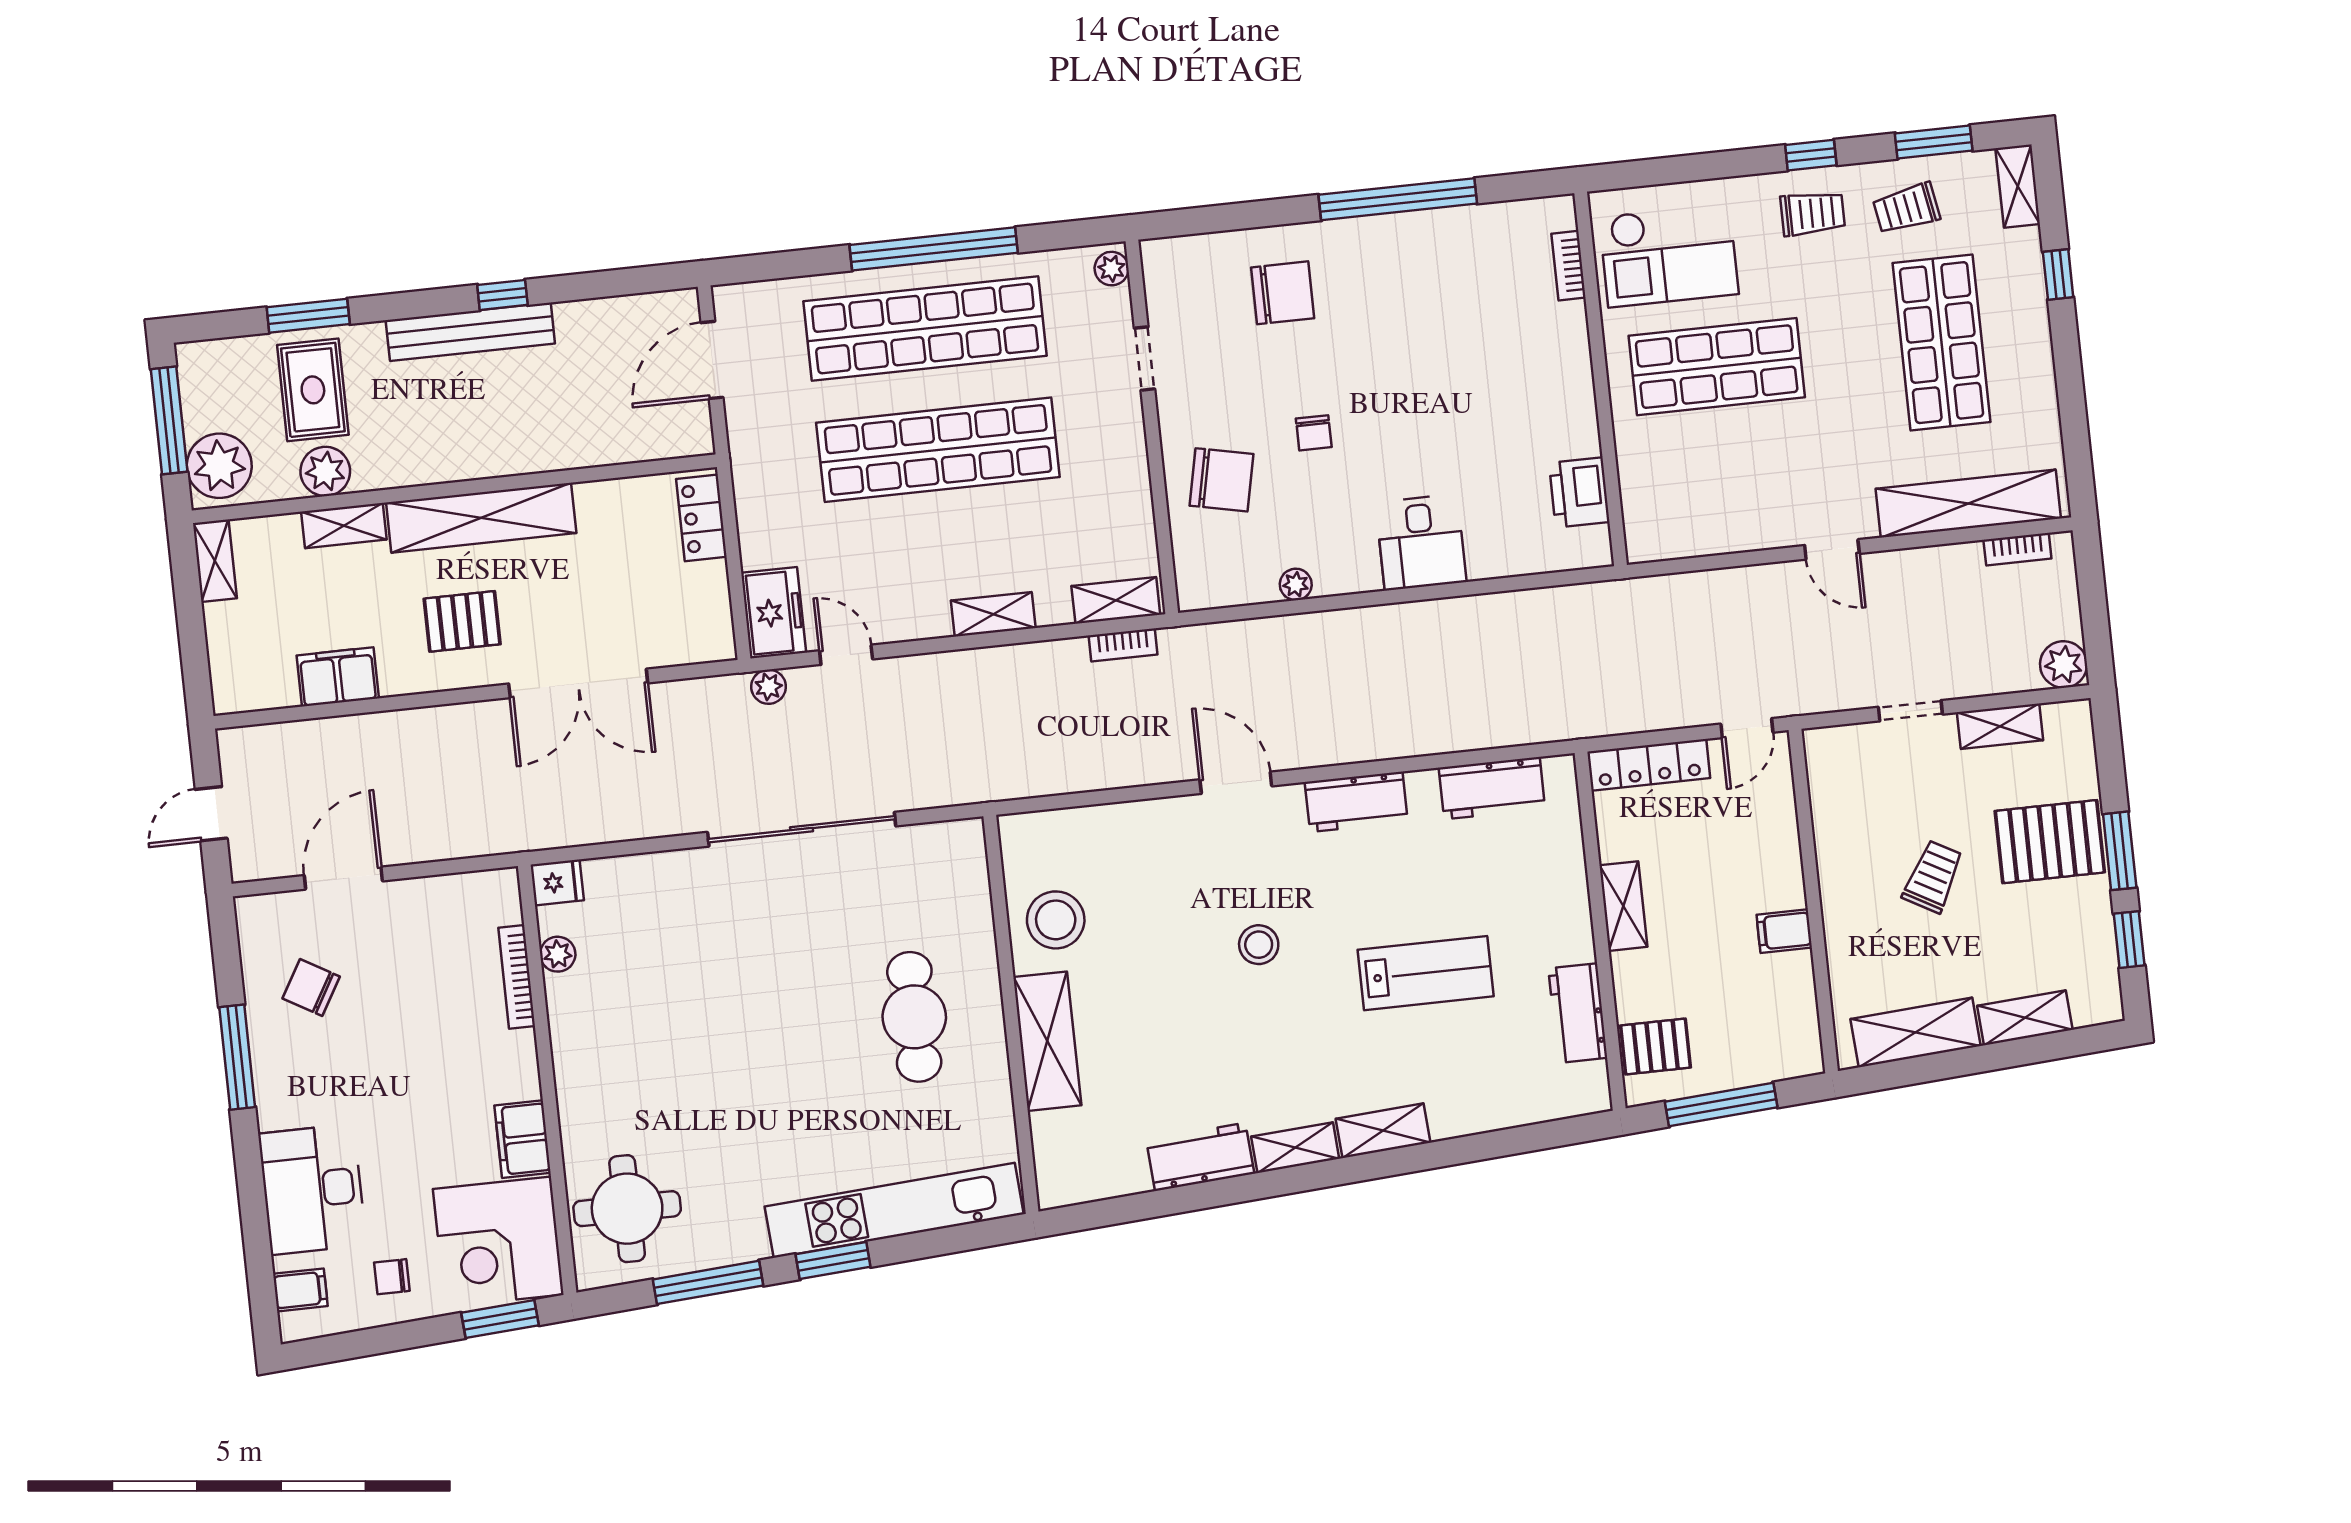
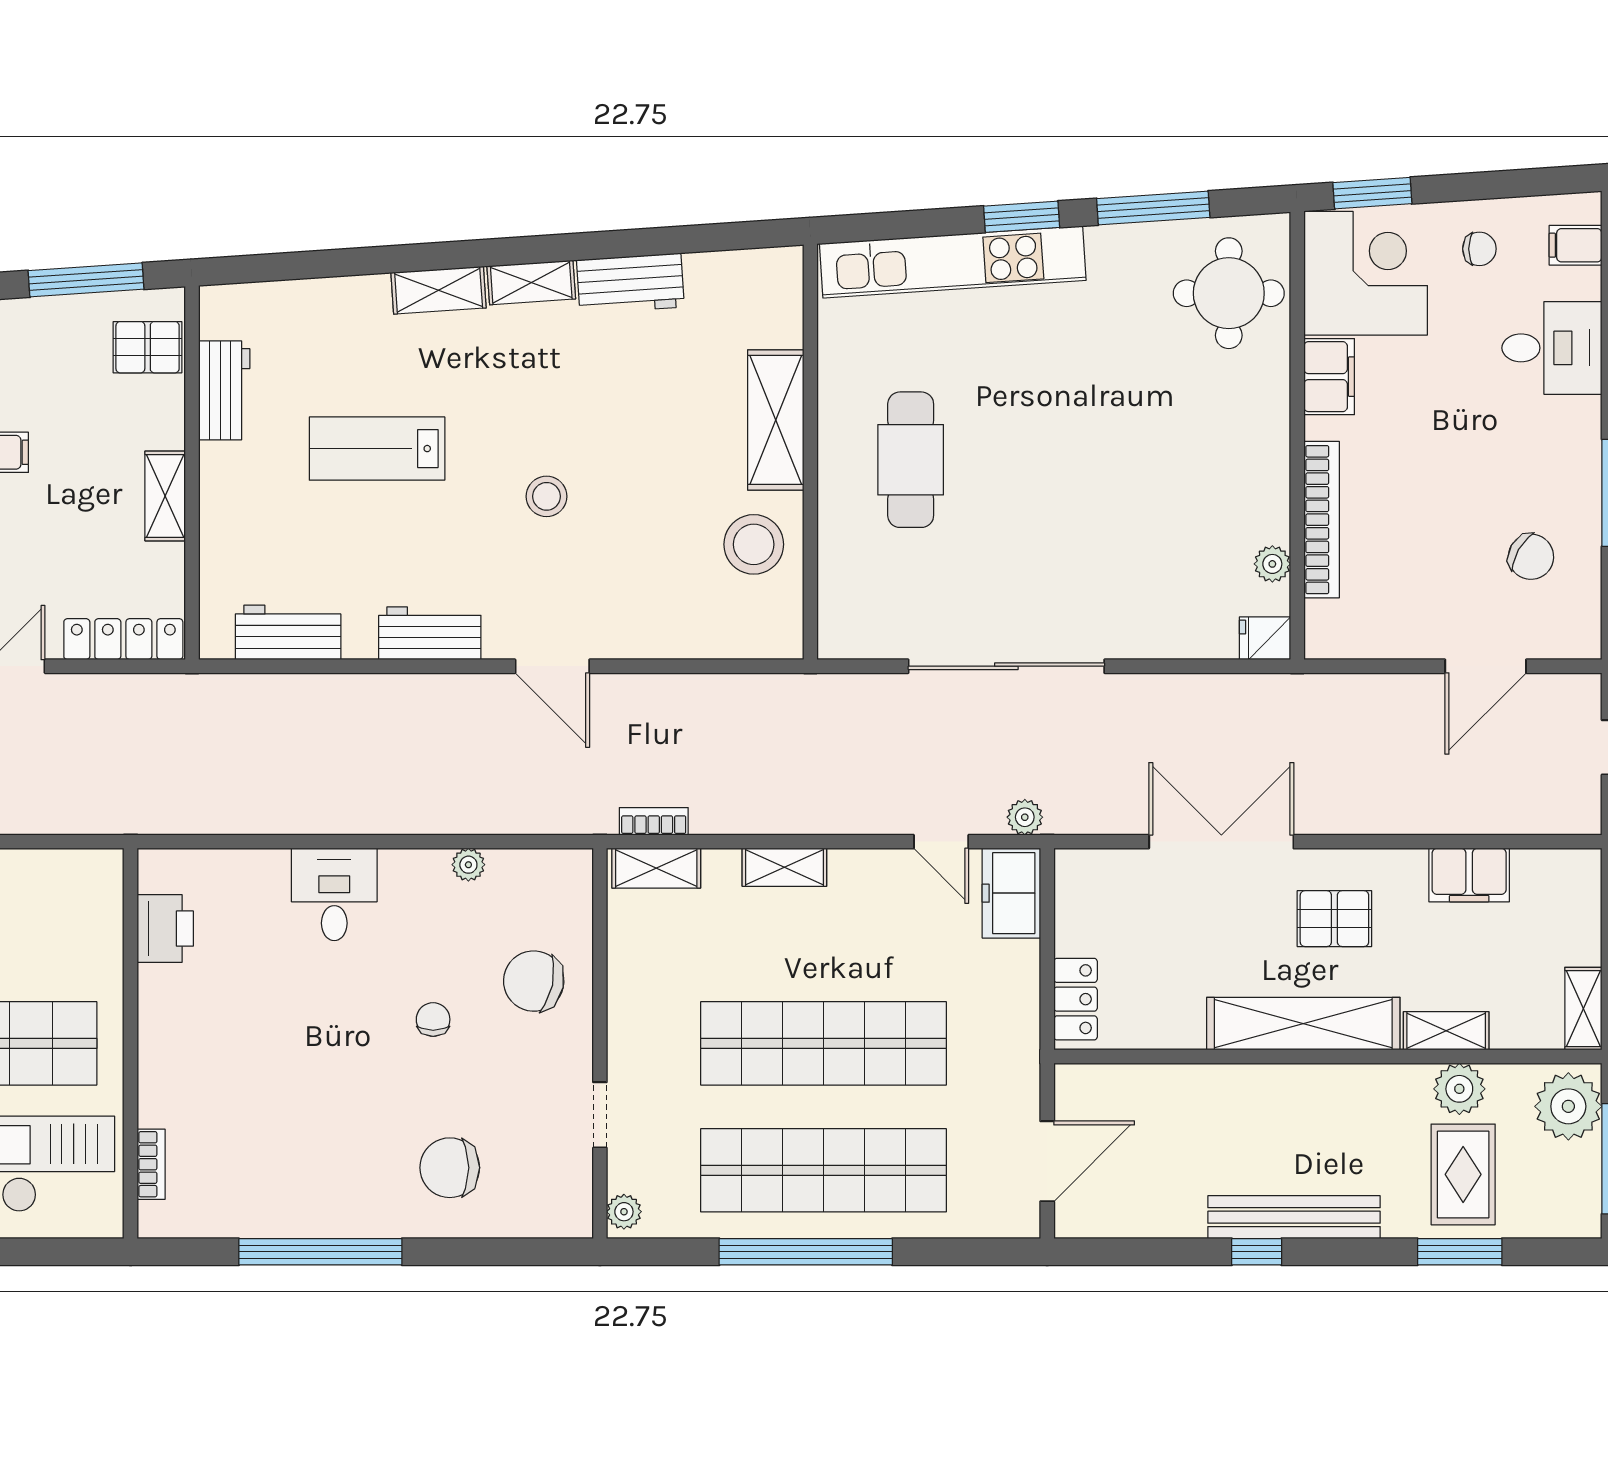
bookcase: (517, 977) -> (1322, 520), width x1.48, depth x1.31
desk: (312, 1189) -> (1552, 348), width x0.73

